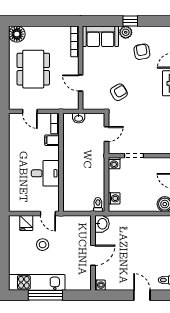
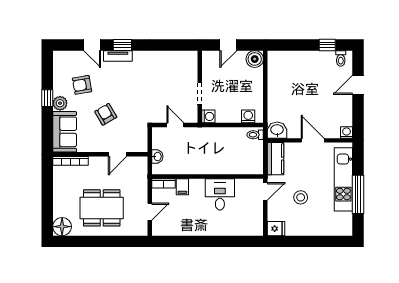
armchair: (119, 92) -> (106, 114), moved
kitchen counter: (77, 222) -> (275, 159), added
fridge: (26, 223) -> (276, 229), moved
kitchen unit: (37, 282) -> (343, 179), moved

